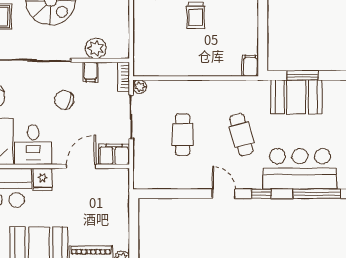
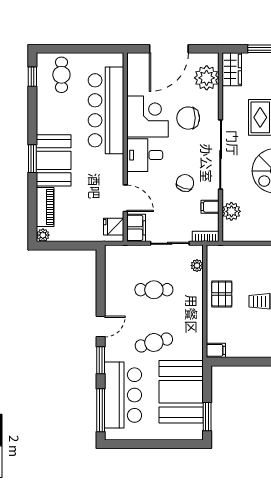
pallet: (188, 59) -> (222, 294), added
window: (302, 75) -> (207, 417), moved
plant: (140, 87) -> (197, 266), moved
booth: (296, 97) -> (181, 392), width x1.36, depth x1.42
fridge: (42, 179) -> (114, 227), moved
window: (261, 194) -> (101, 360), width x1.50

